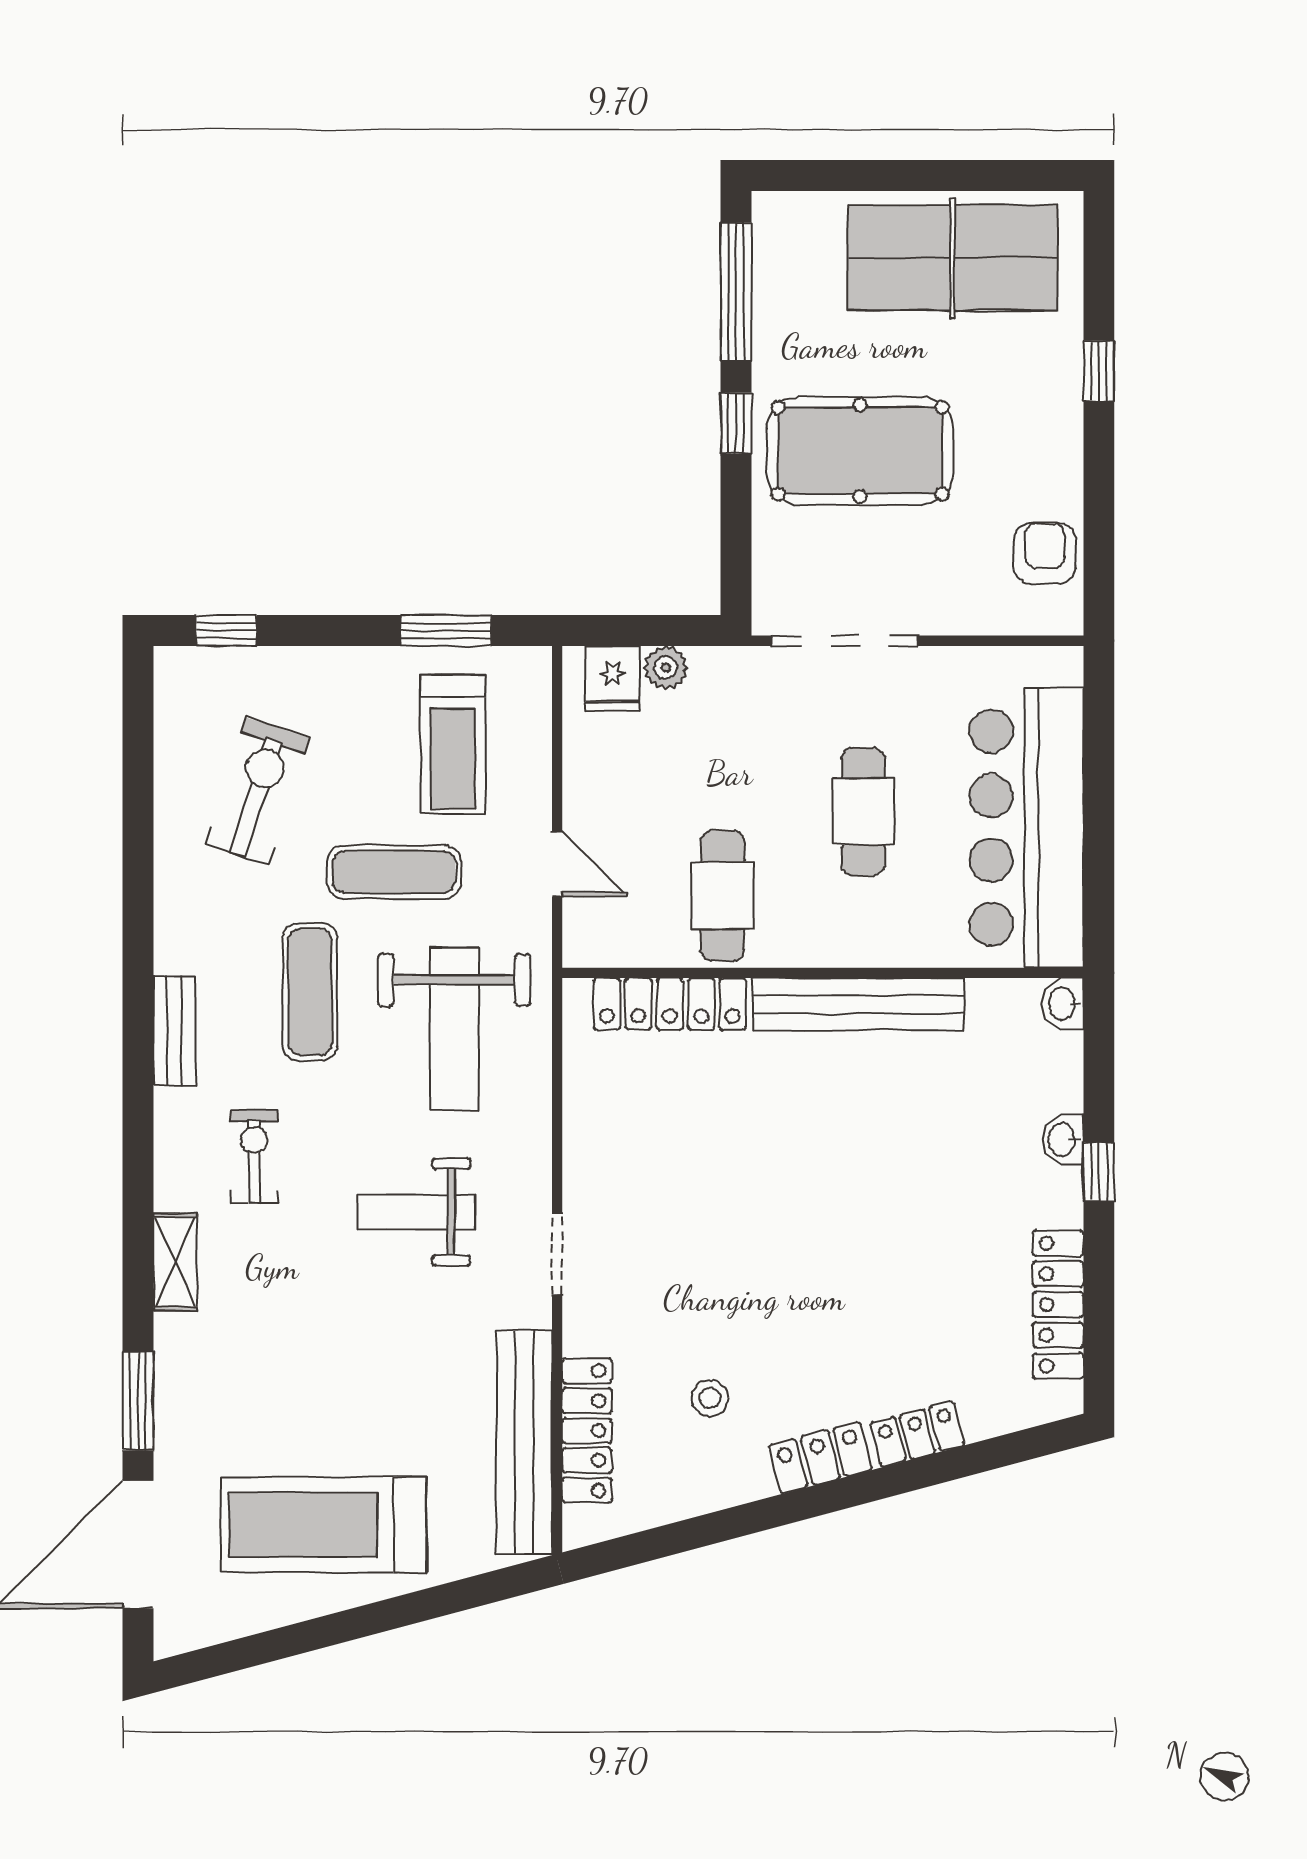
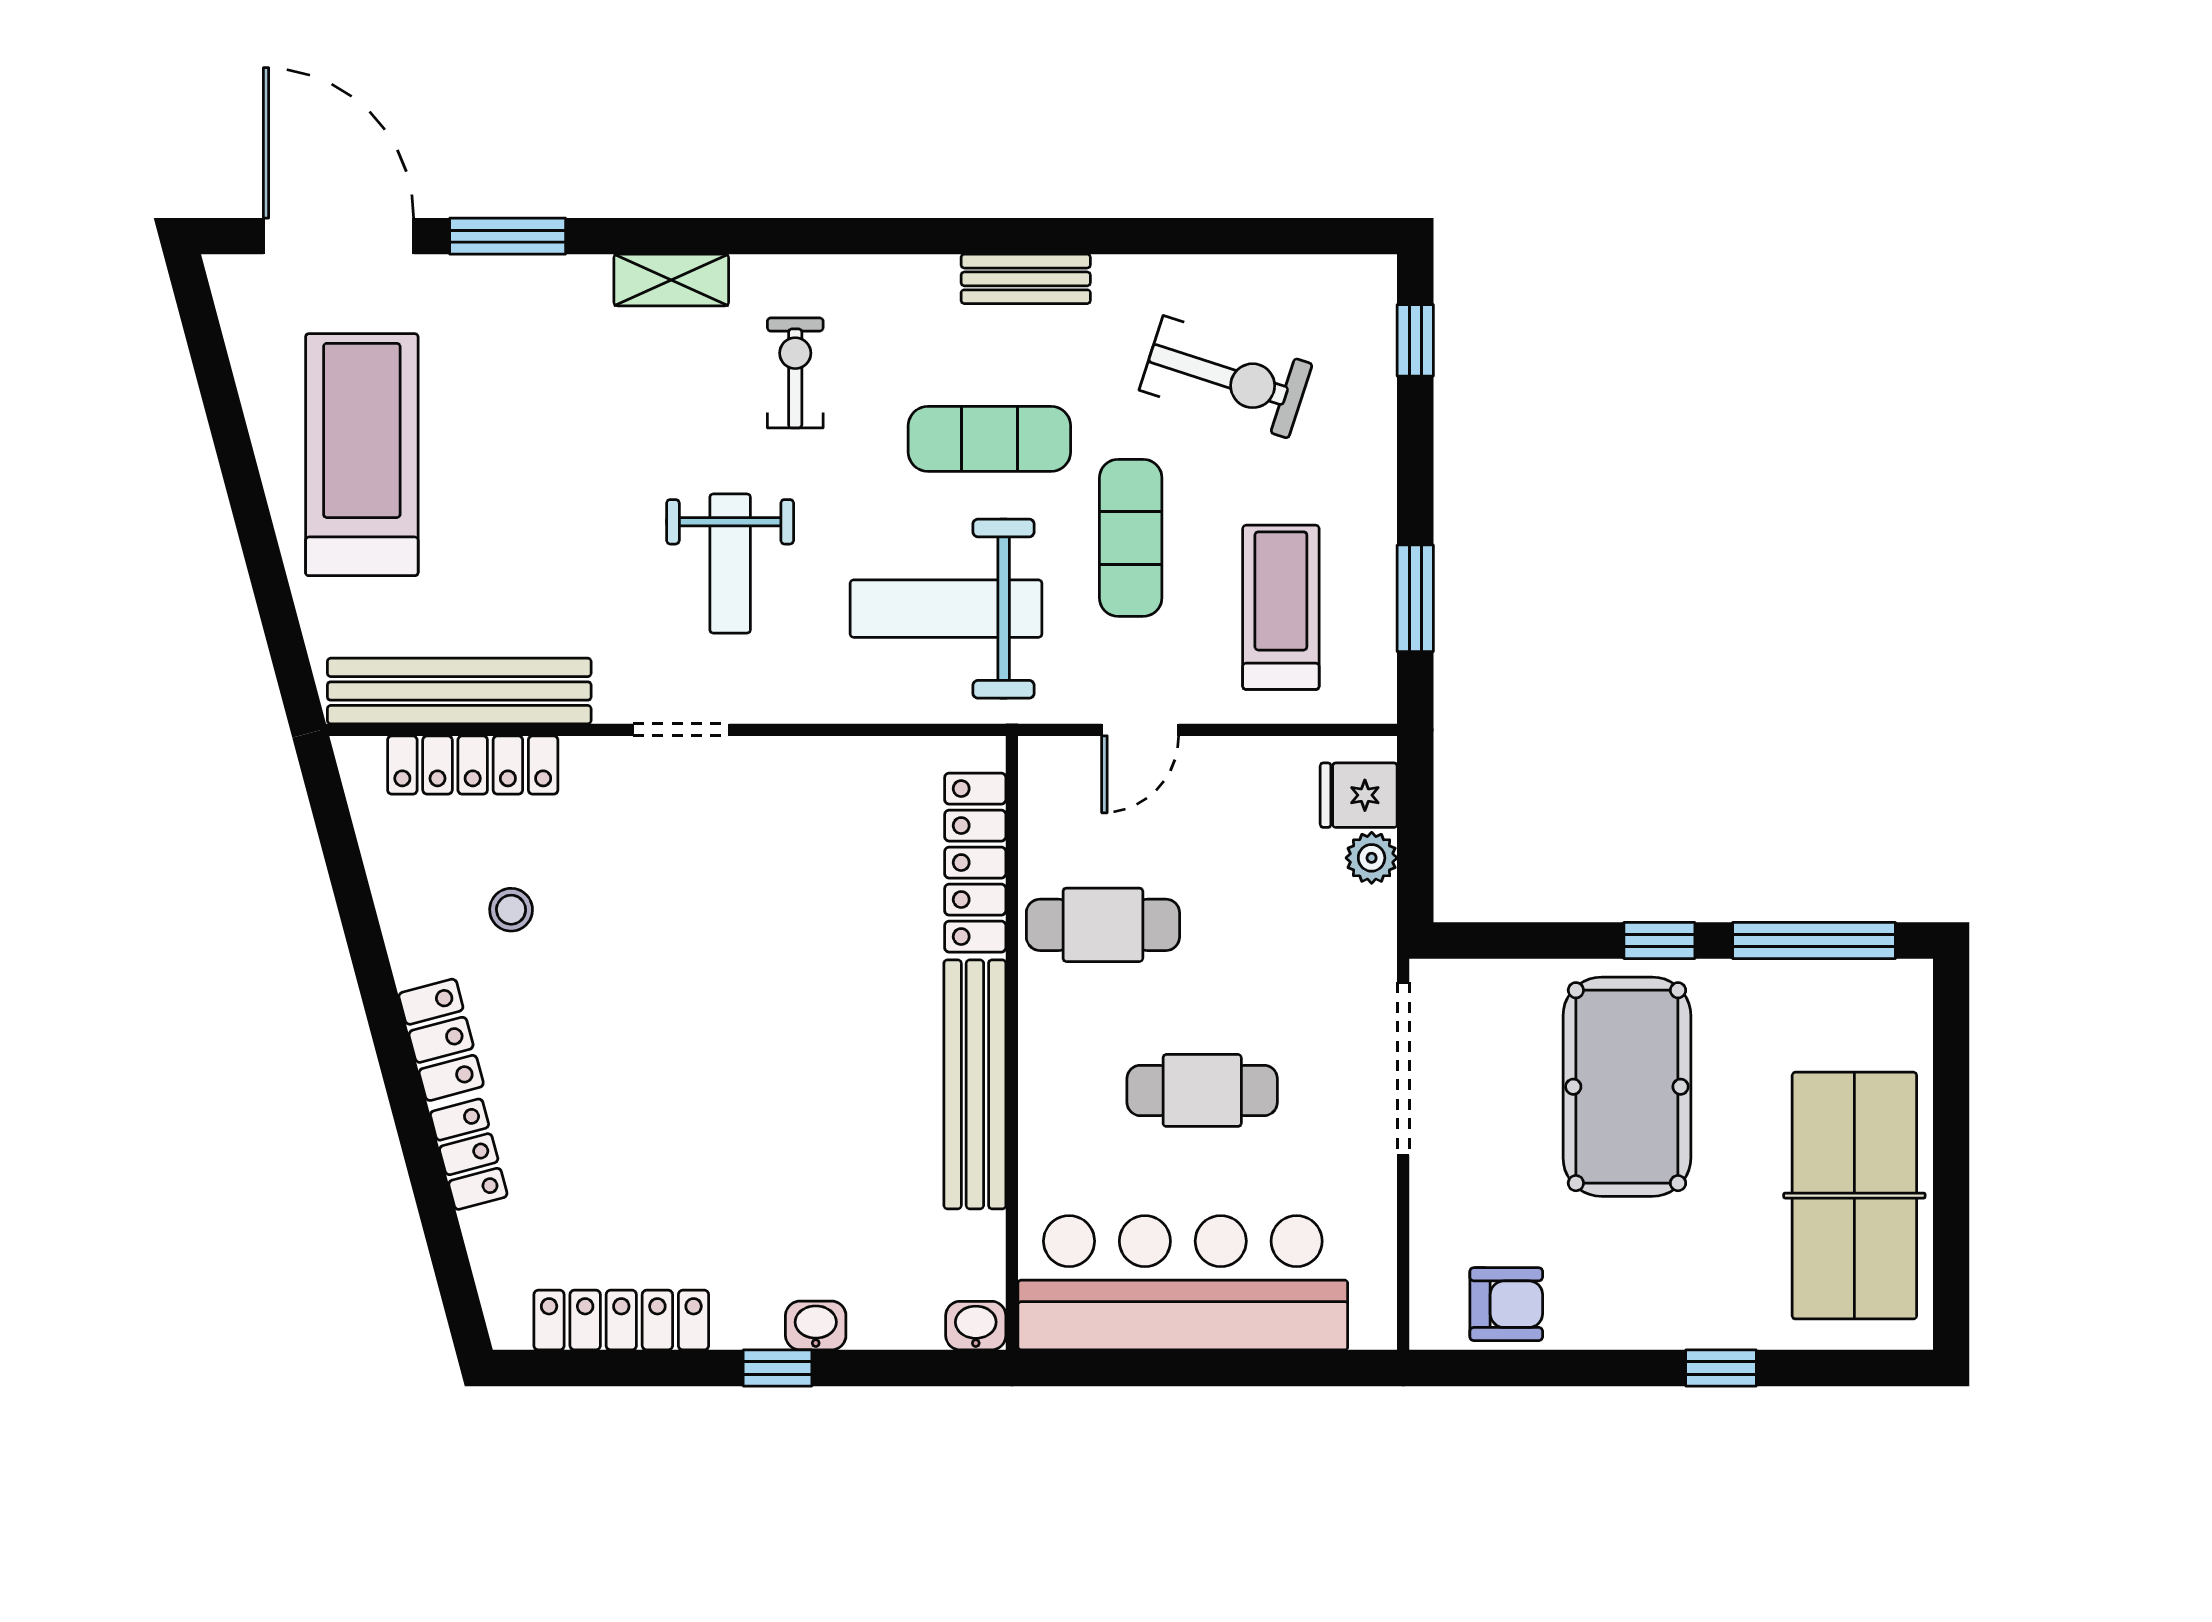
treadmill: (453, 744) -> (1281, 607), turned 90
bench: (174, 1031) -> (1026, 279), moved
exercise bike: (254, 1157) -> (795, 373), turned -90
weight bench: (416, 1212) -> (730, 563), turned 180

